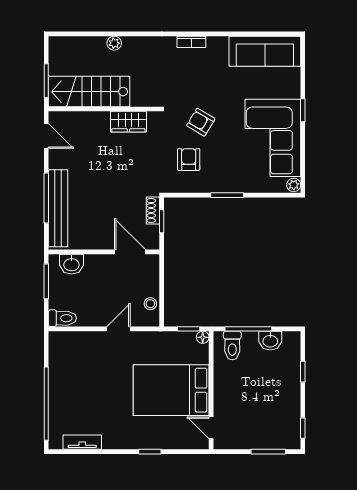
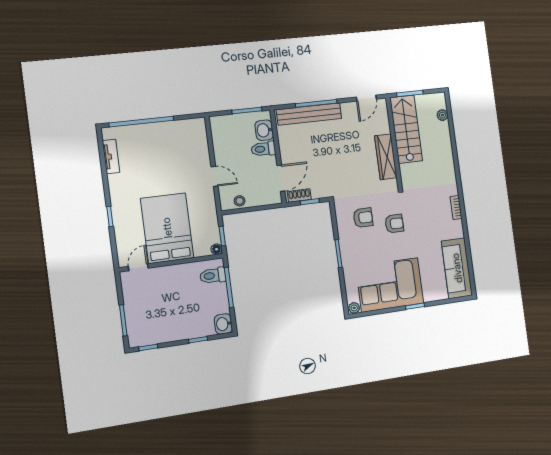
plant: (114, 43) -> (442, 115), moved
wardrobe: (128, 122) -> (386, 157), width x1.50
armchair: (201, 122) -> (394, 224), turned 59
shoe rack: (153, 211) -> (299, 196), moved
toilet: (62, 318) -> (263, 149), moved, turned 90
washbasin: (270, 341) -> (223, 324), moved

